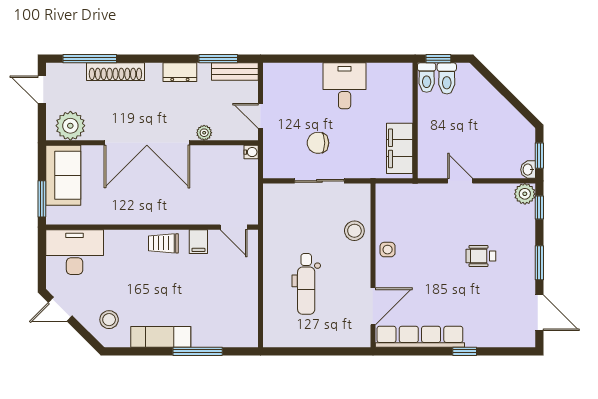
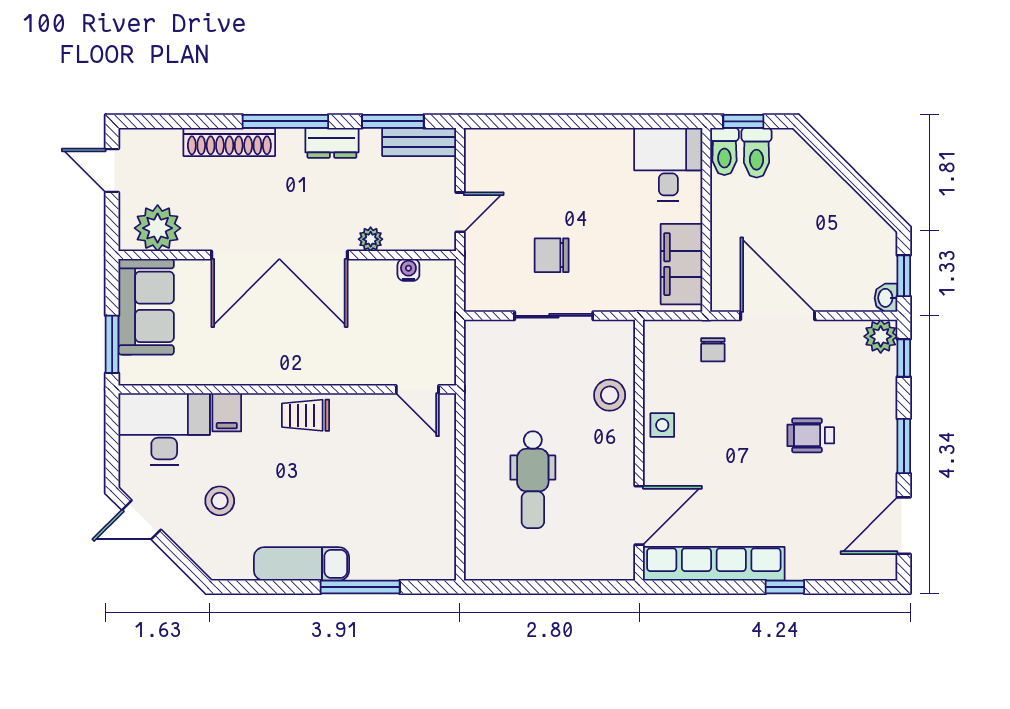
window: (90, 59) -> (285, 121), moved
desk: (345, 86) -> (668, 165), moved
door: (260, 116) -> (460, 212), swing flipped
water cooler: (251, 152) -> (408, 270), moved, turned -90
door: (460, 181) -> (778, 316), width x1.87
chair: (419, 202) -> (713, 350), added
filing cabinet: (198, 242) -> (227, 412), moved
door: (539, 313) -> (904, 526), swing flipped
stool: (109, 320) -> (220, 501), moved

